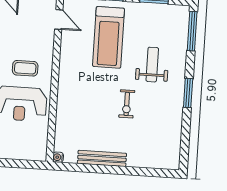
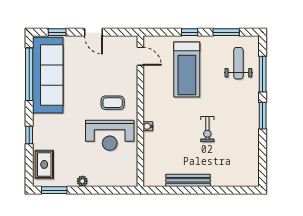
window: (192, 31) -> (263, 74), moved
weight bench: (152, 65) -> (238, 63), moved
water cooler: (58, 157) -> (148, 126), moved

